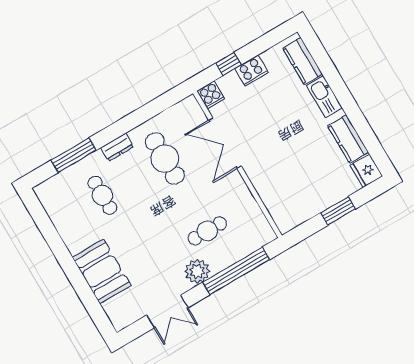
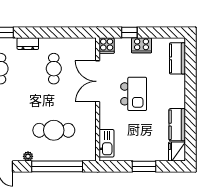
kitchen sink: (324, 97) -> (106, 143), moved, turned 180
kitchen island: (276, 133) -> (134, 94), added
cafe table: (165, 159) -> (54, 69), width x0.73, depth x0.74
cafe table: (207, 231) -> (54, 130), width x1.37, depth x1.35
plant: (197, 271) -> (28, 156), width x0.53, depth x0.53

